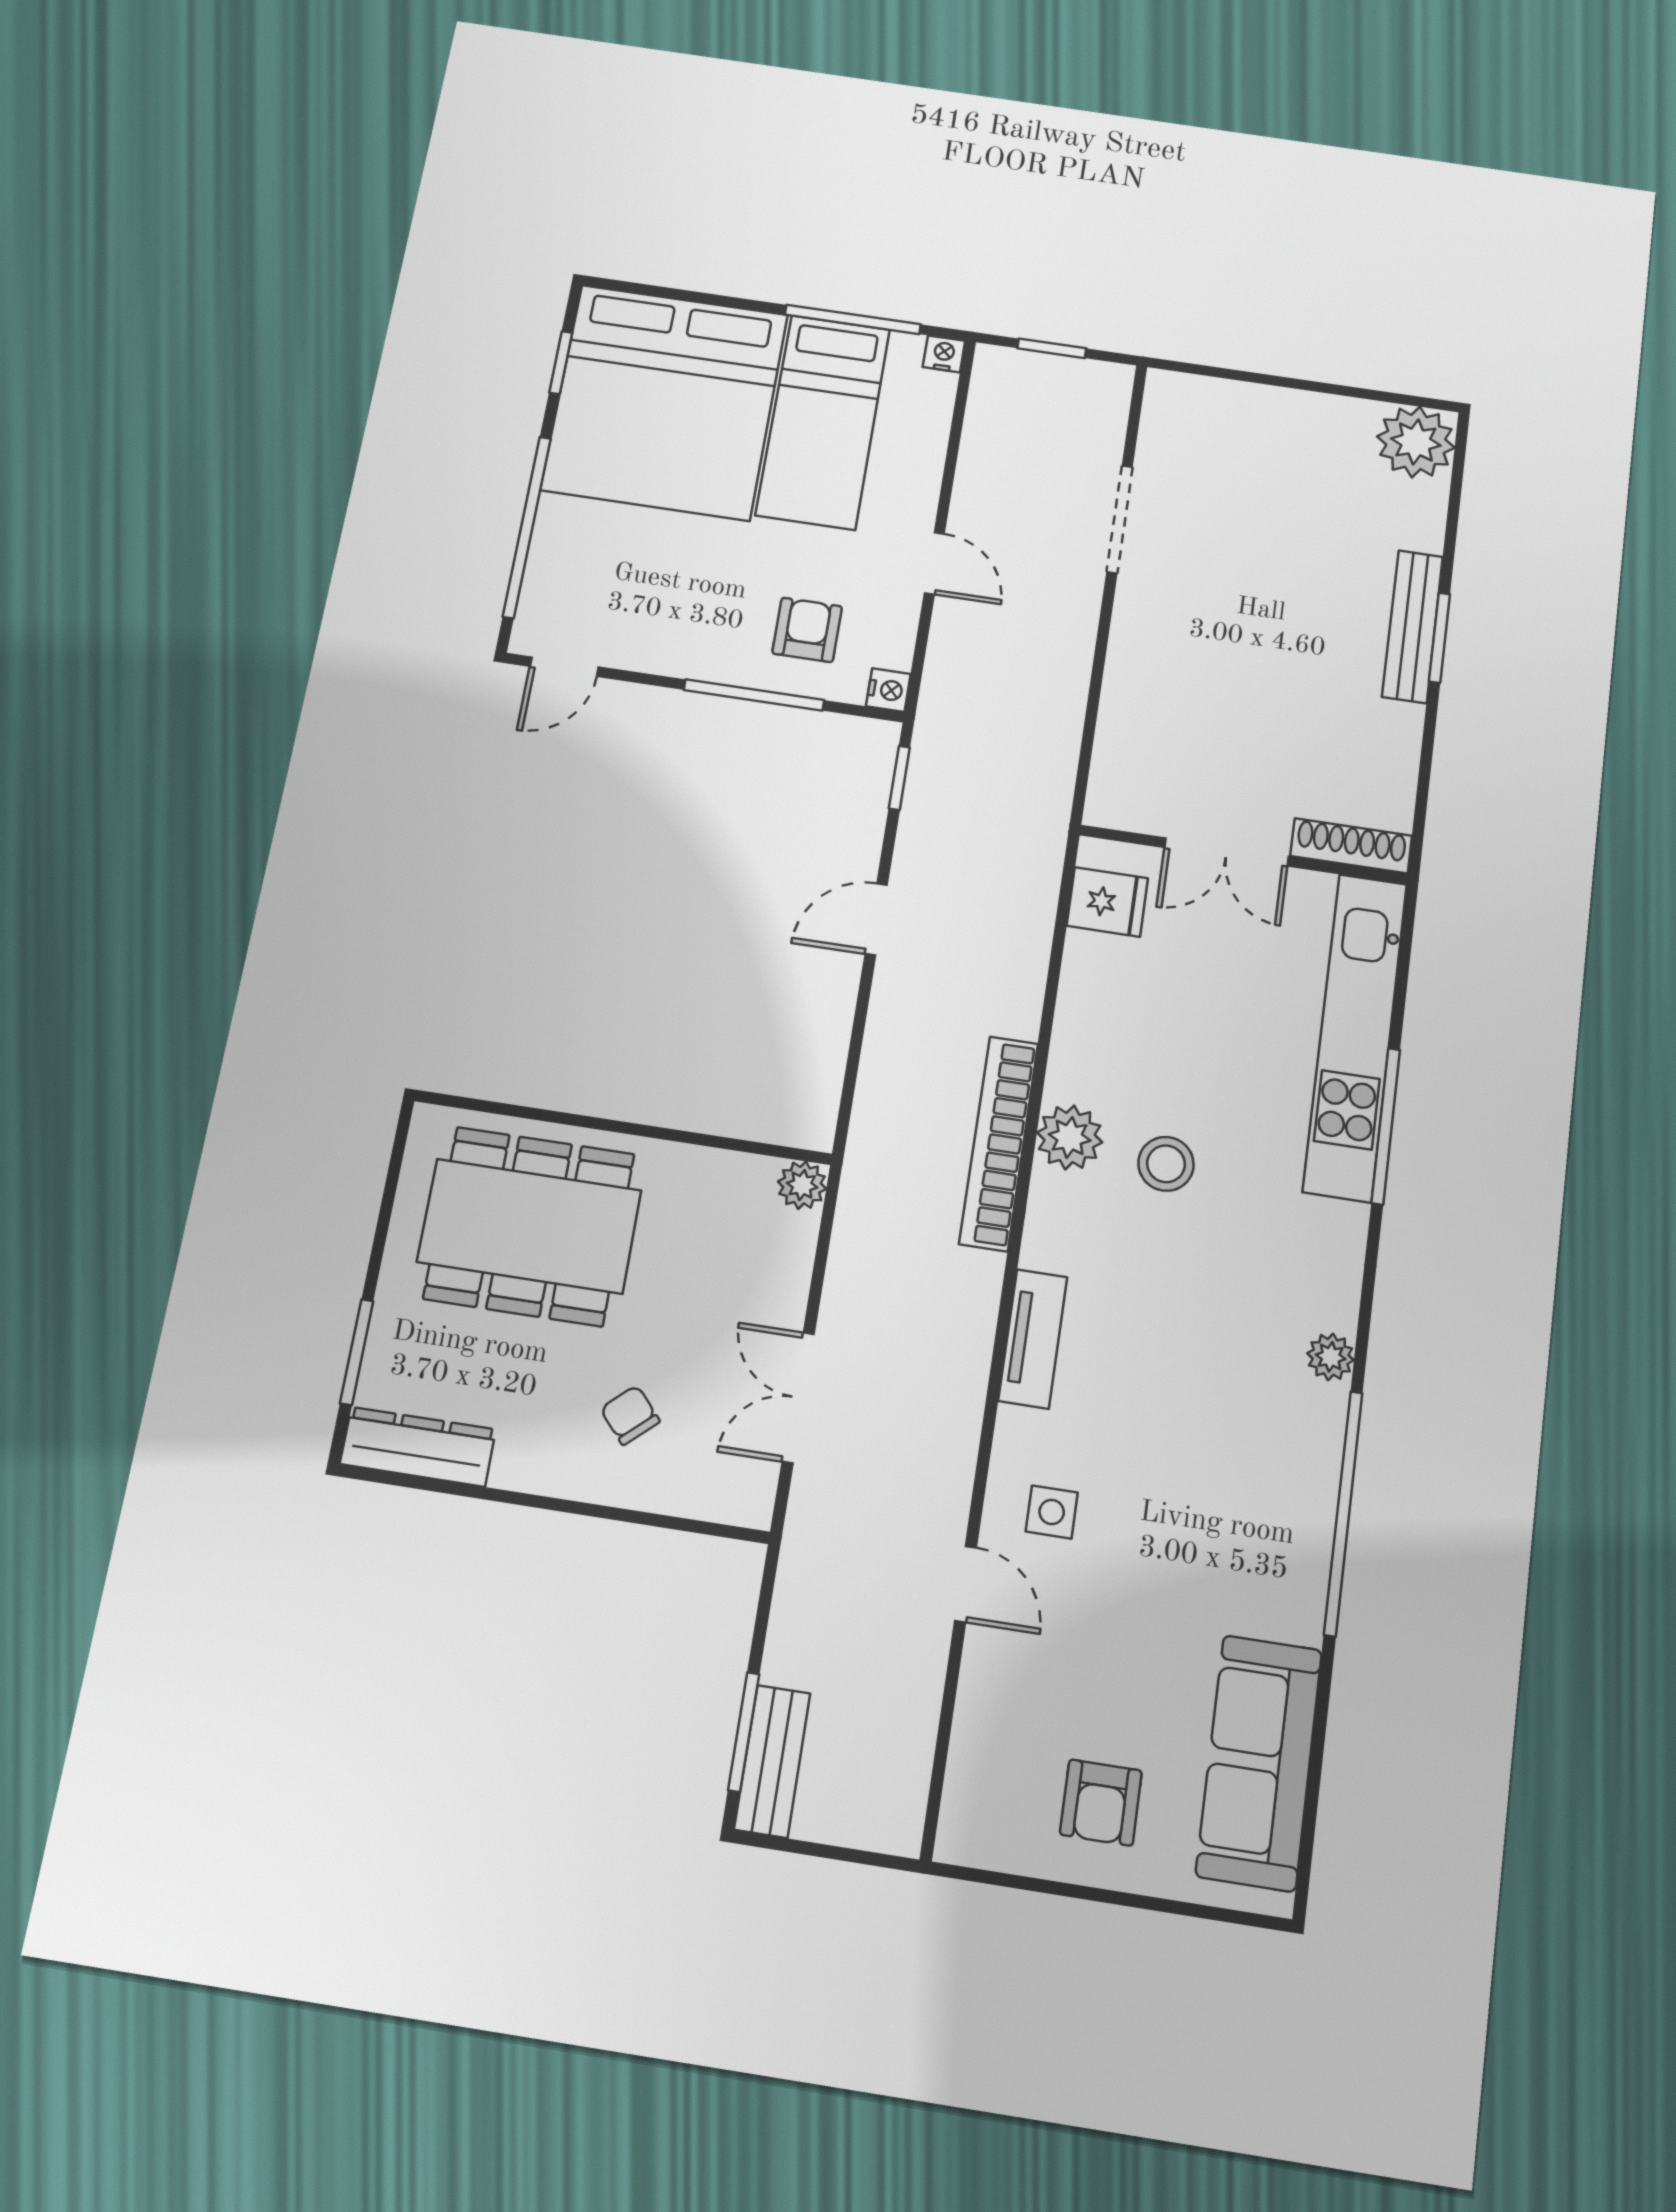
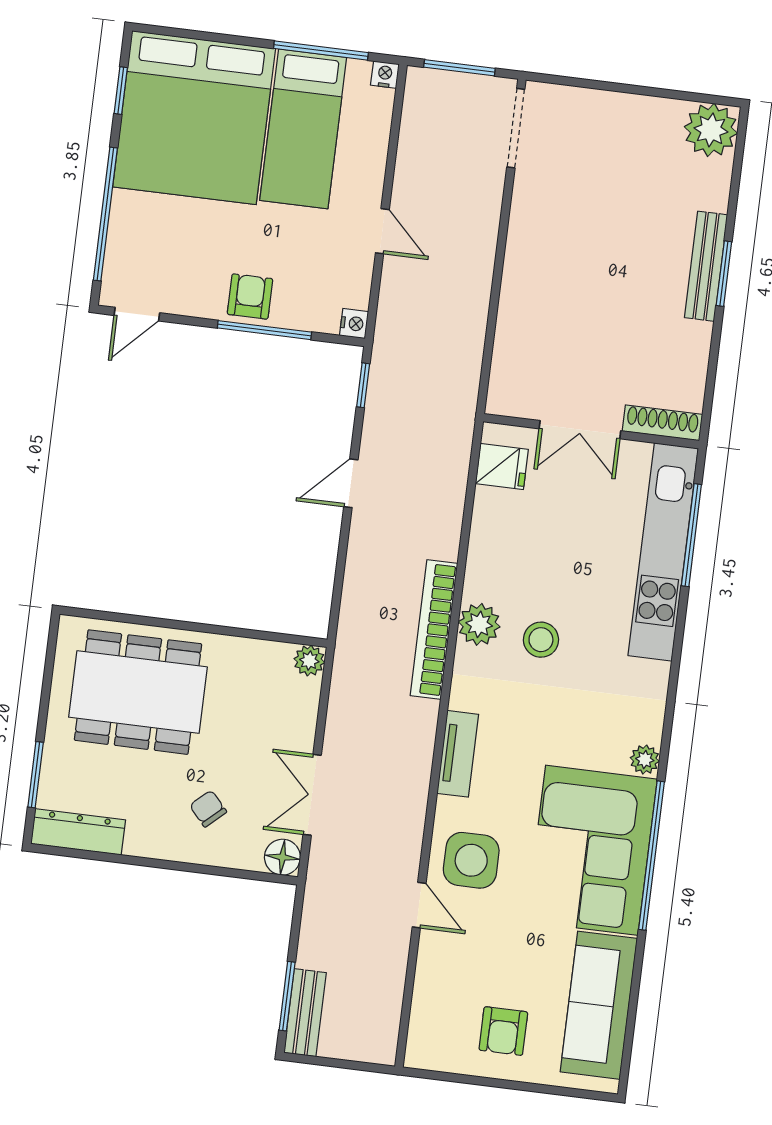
window: (1052, 348) -> (459, 68), width x1.50
doorway: (1120, 519) -> (516, 128), moved
armchair: (807, 630) -> (250, 296), moved
window: (1386, 1126) -> (691, 535), moved
floor lamp: (746, 1498) -> (282, 857), added
corner sofa: (1247, 1501) -> (592, 850), added
side table: (1052, 1512) -> (471, 860), width x1.87, depth x1.87

